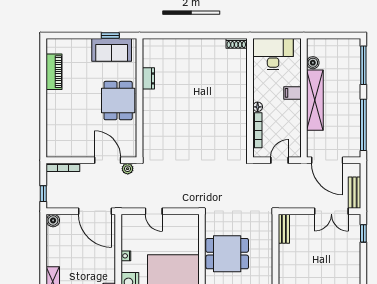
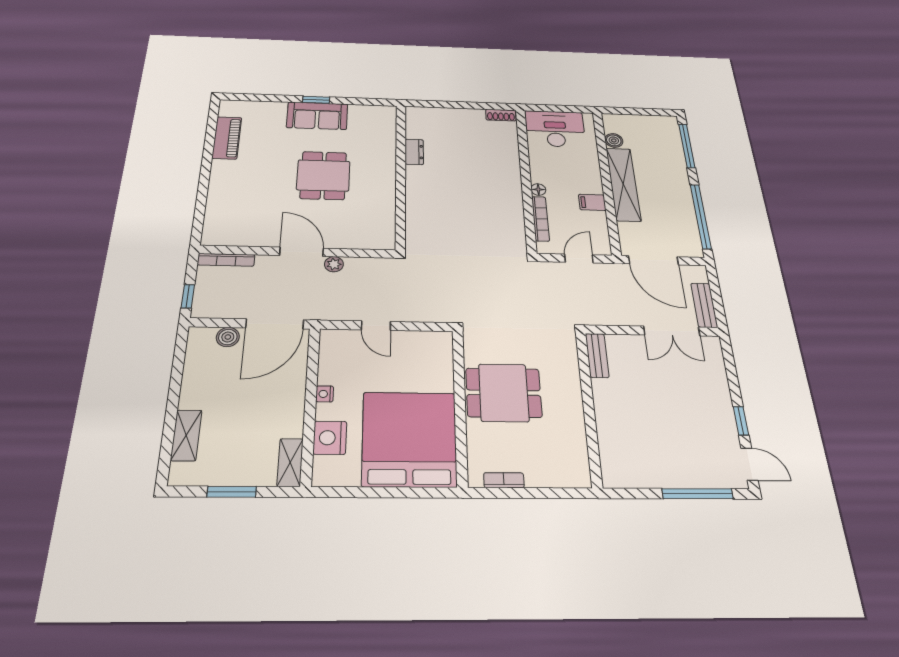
dresser: (148, 78) -> (414, 152), moved
filing cabinet: (292, 93) -> (592, 202), moved
wall: (140, 98) -> (401, 175), moved
door: (95, 211) -> (275, 324), hinge flipped
boiler: (53, 220) -> (228, 337), moved
window: (363, 233) -> (741, 421), moved

